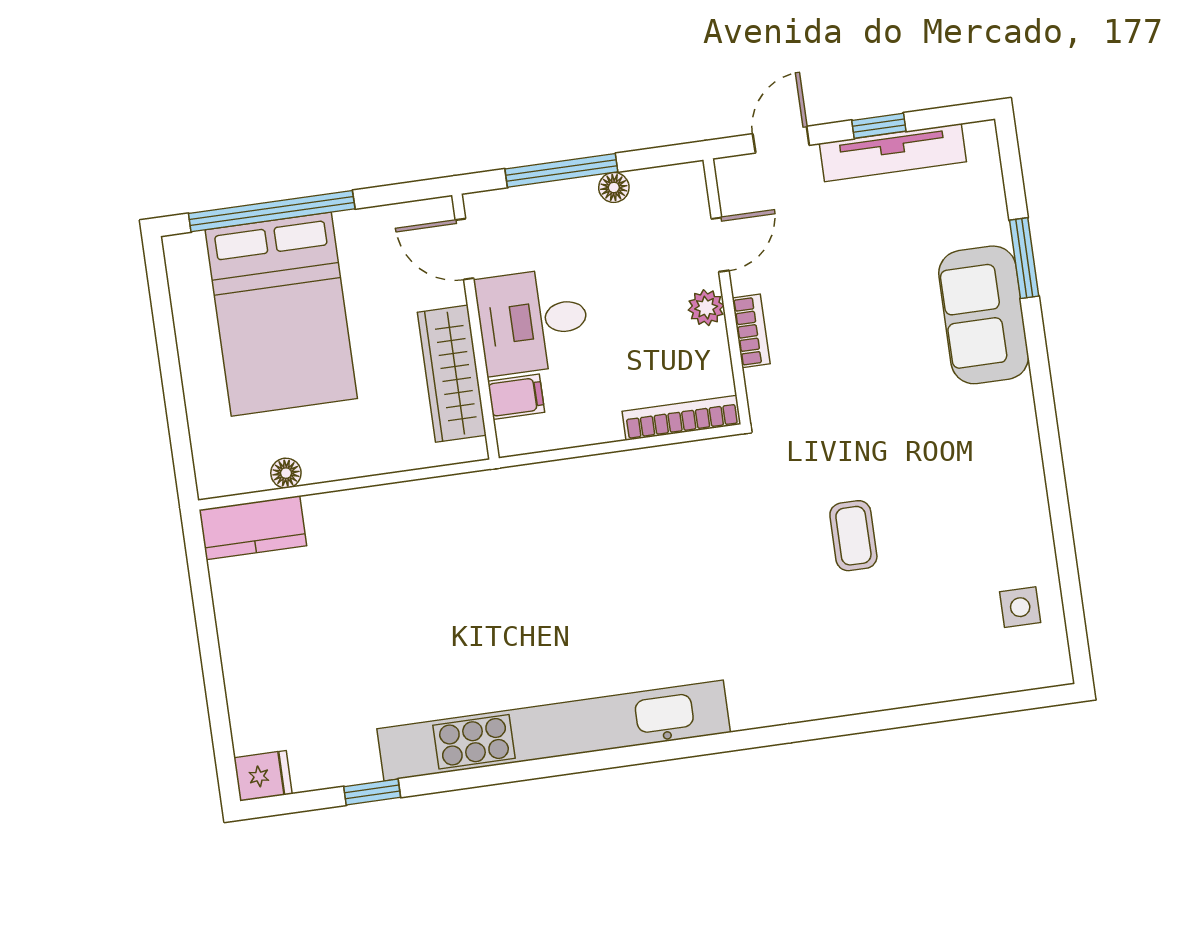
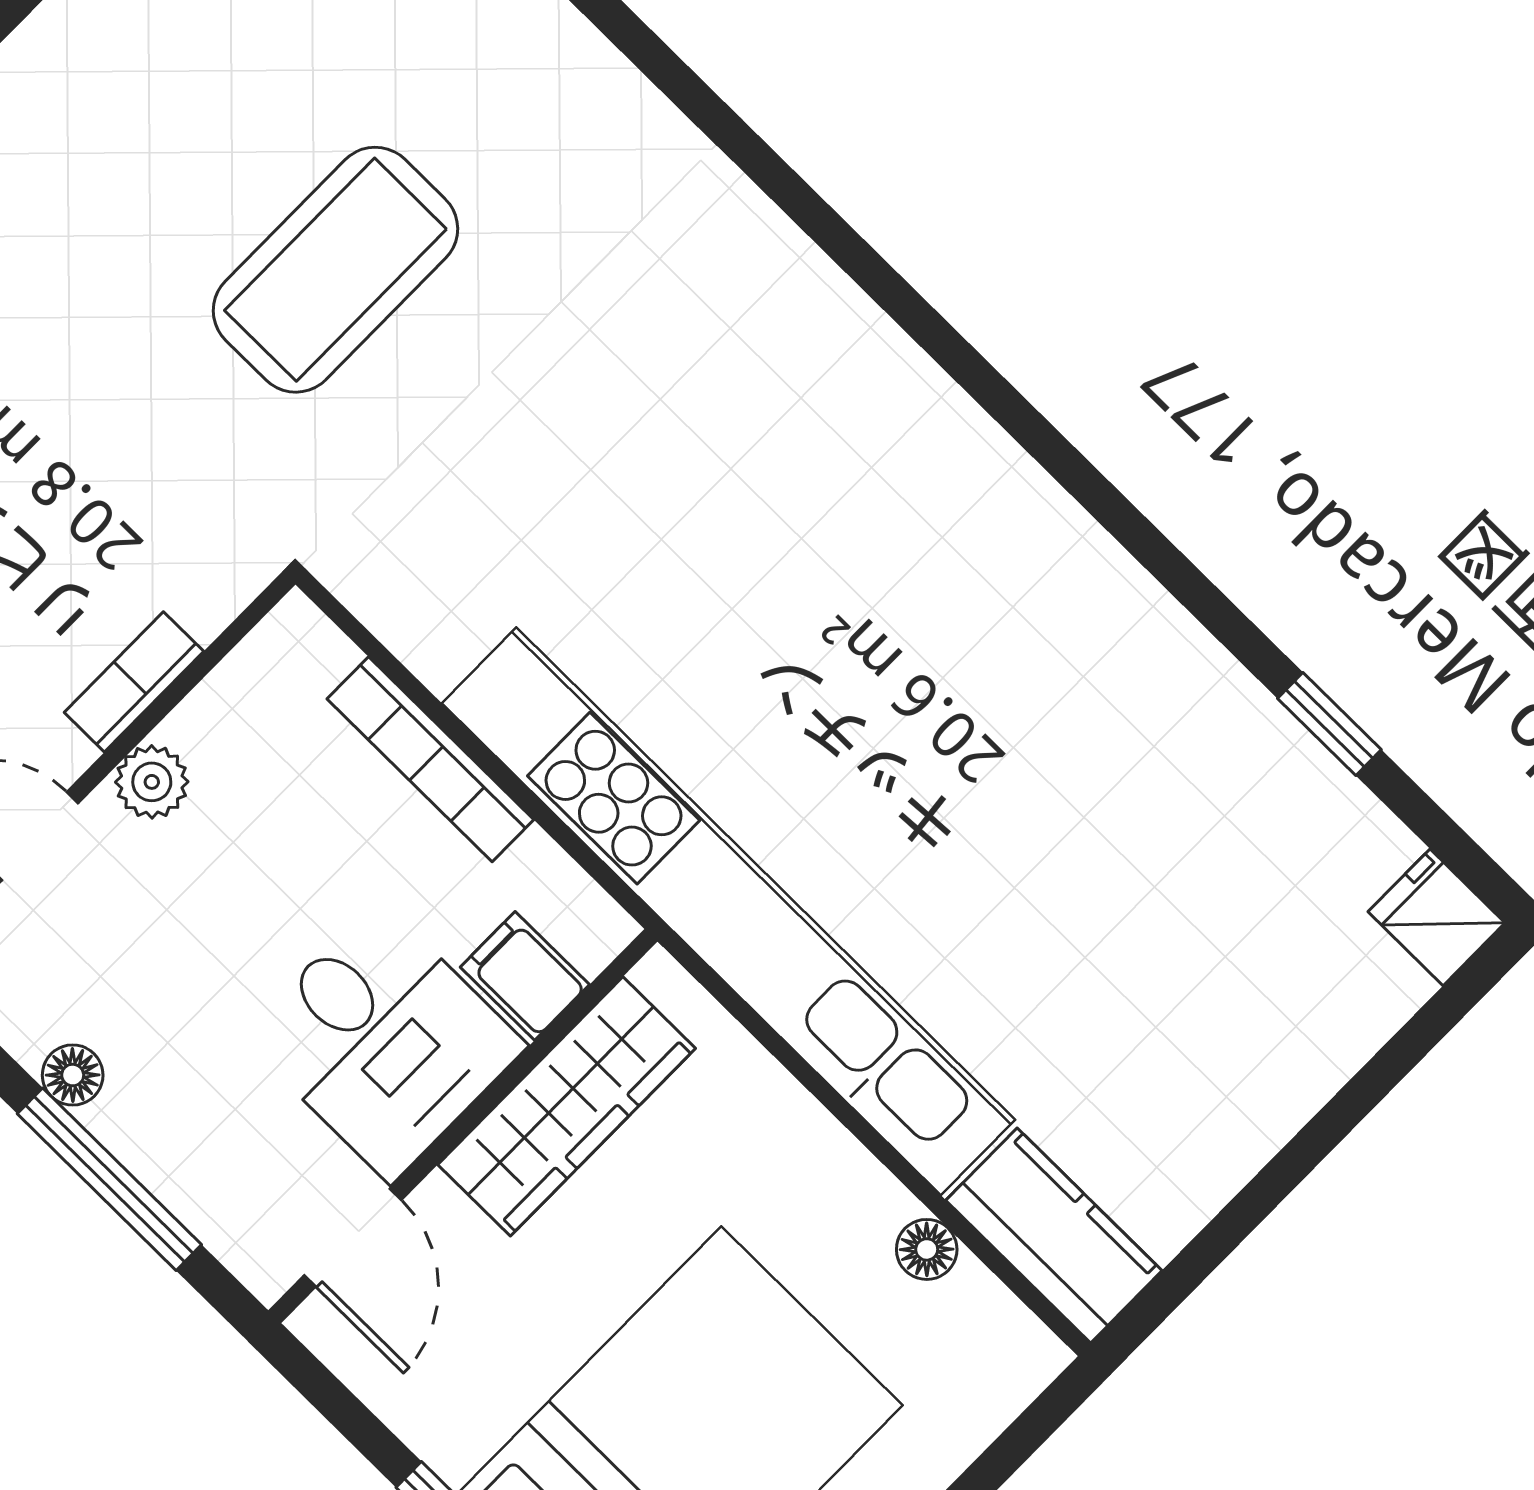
bookcase: (681, 418) -> (430, 759), moved
coffee table: (853, 536) -> (335, 270), width x1.86, depth x1.72
kitchen unit: (554, 731) -> (728, 911), moved, turned 180

